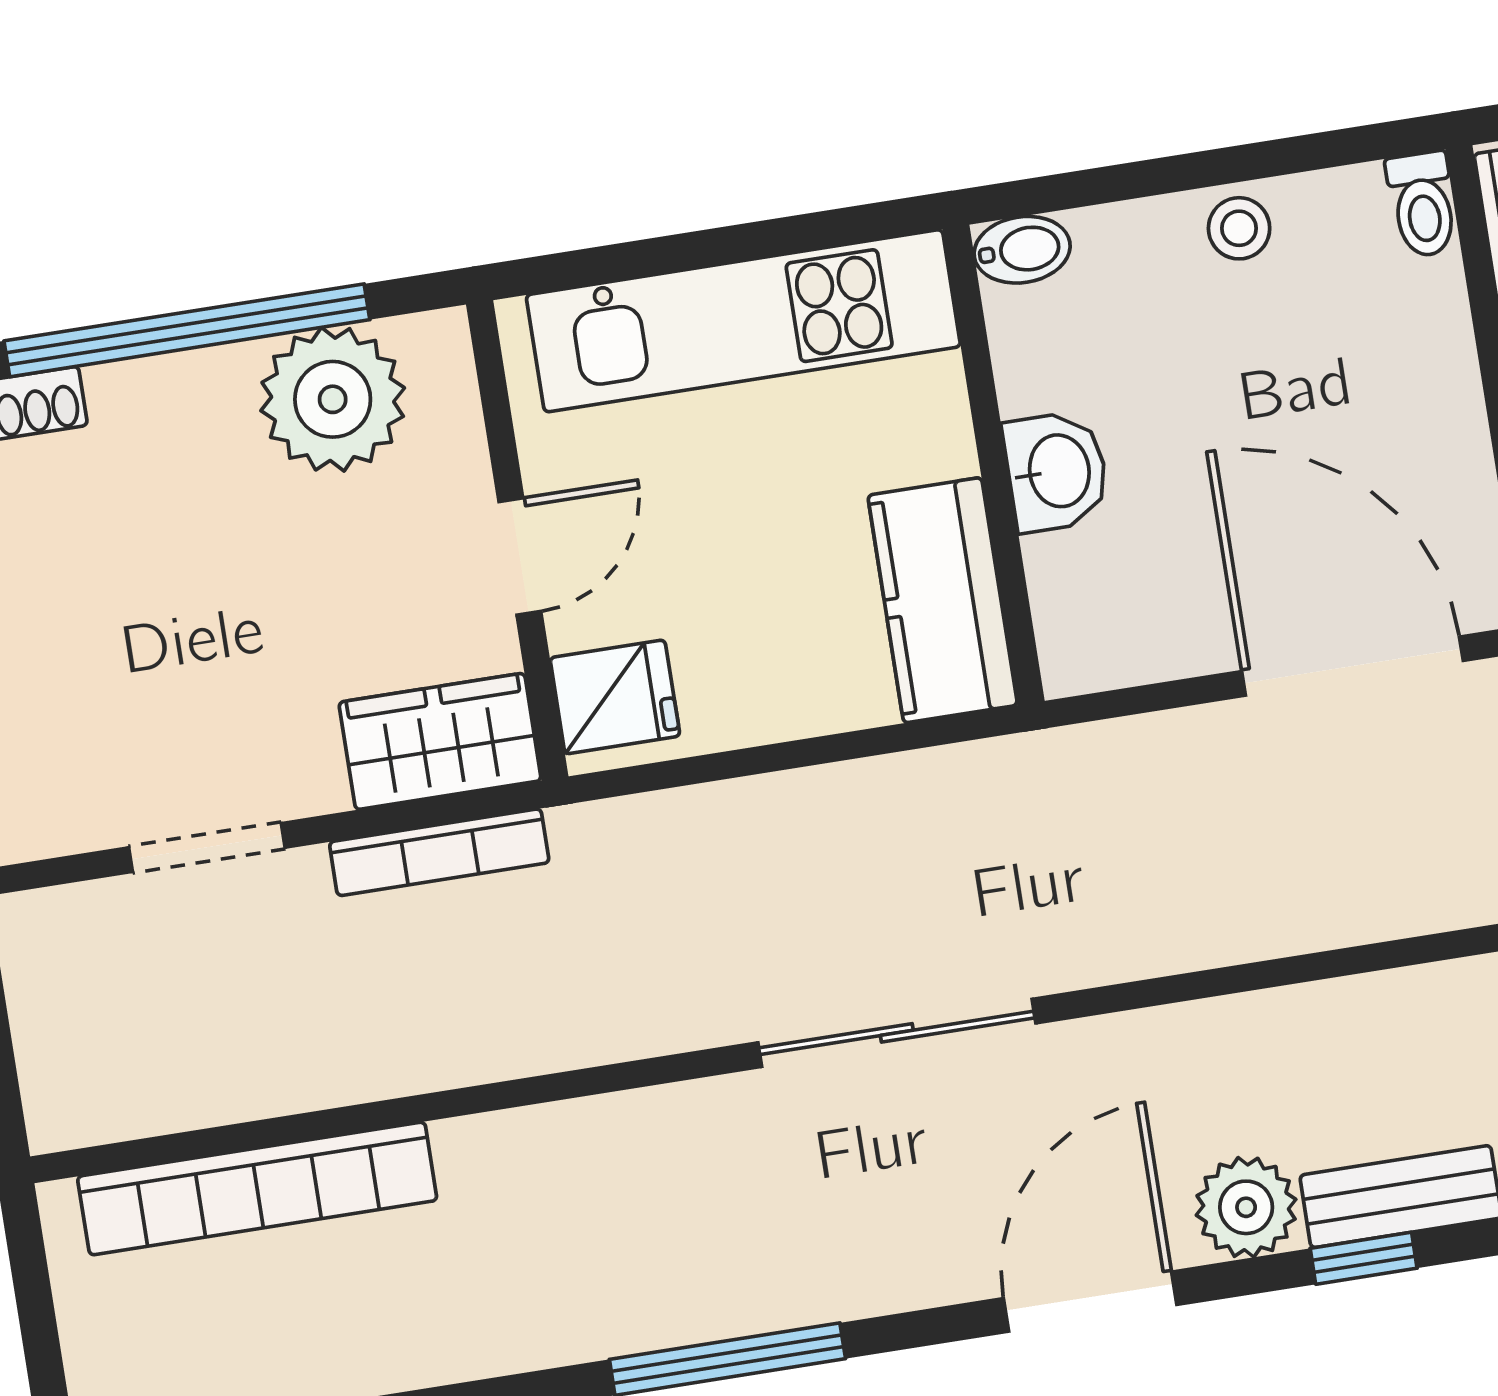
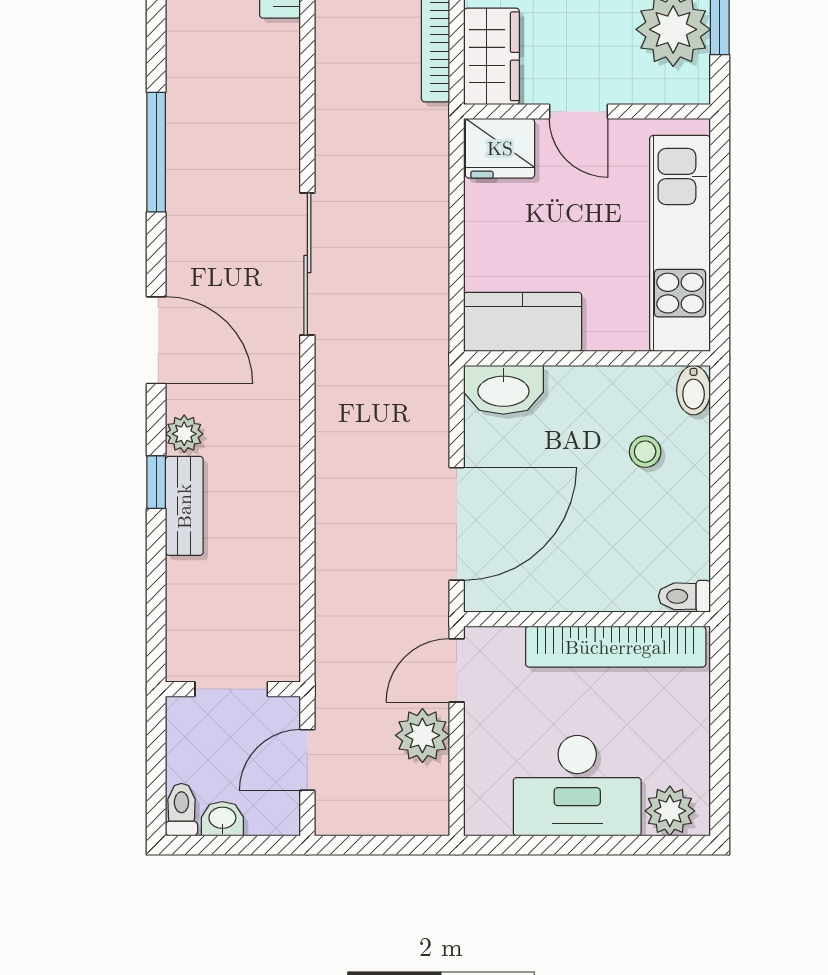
stool: (1239, 228) -> (645, 452), moved
washbasin: (1056, 471) -> (503, 390), moved, width x1.38
fridge: (615, 697) -> (500, 148), width x1.38
plant: (1246, 1207) -> (184, 434), width x0.73, depth x0.73

